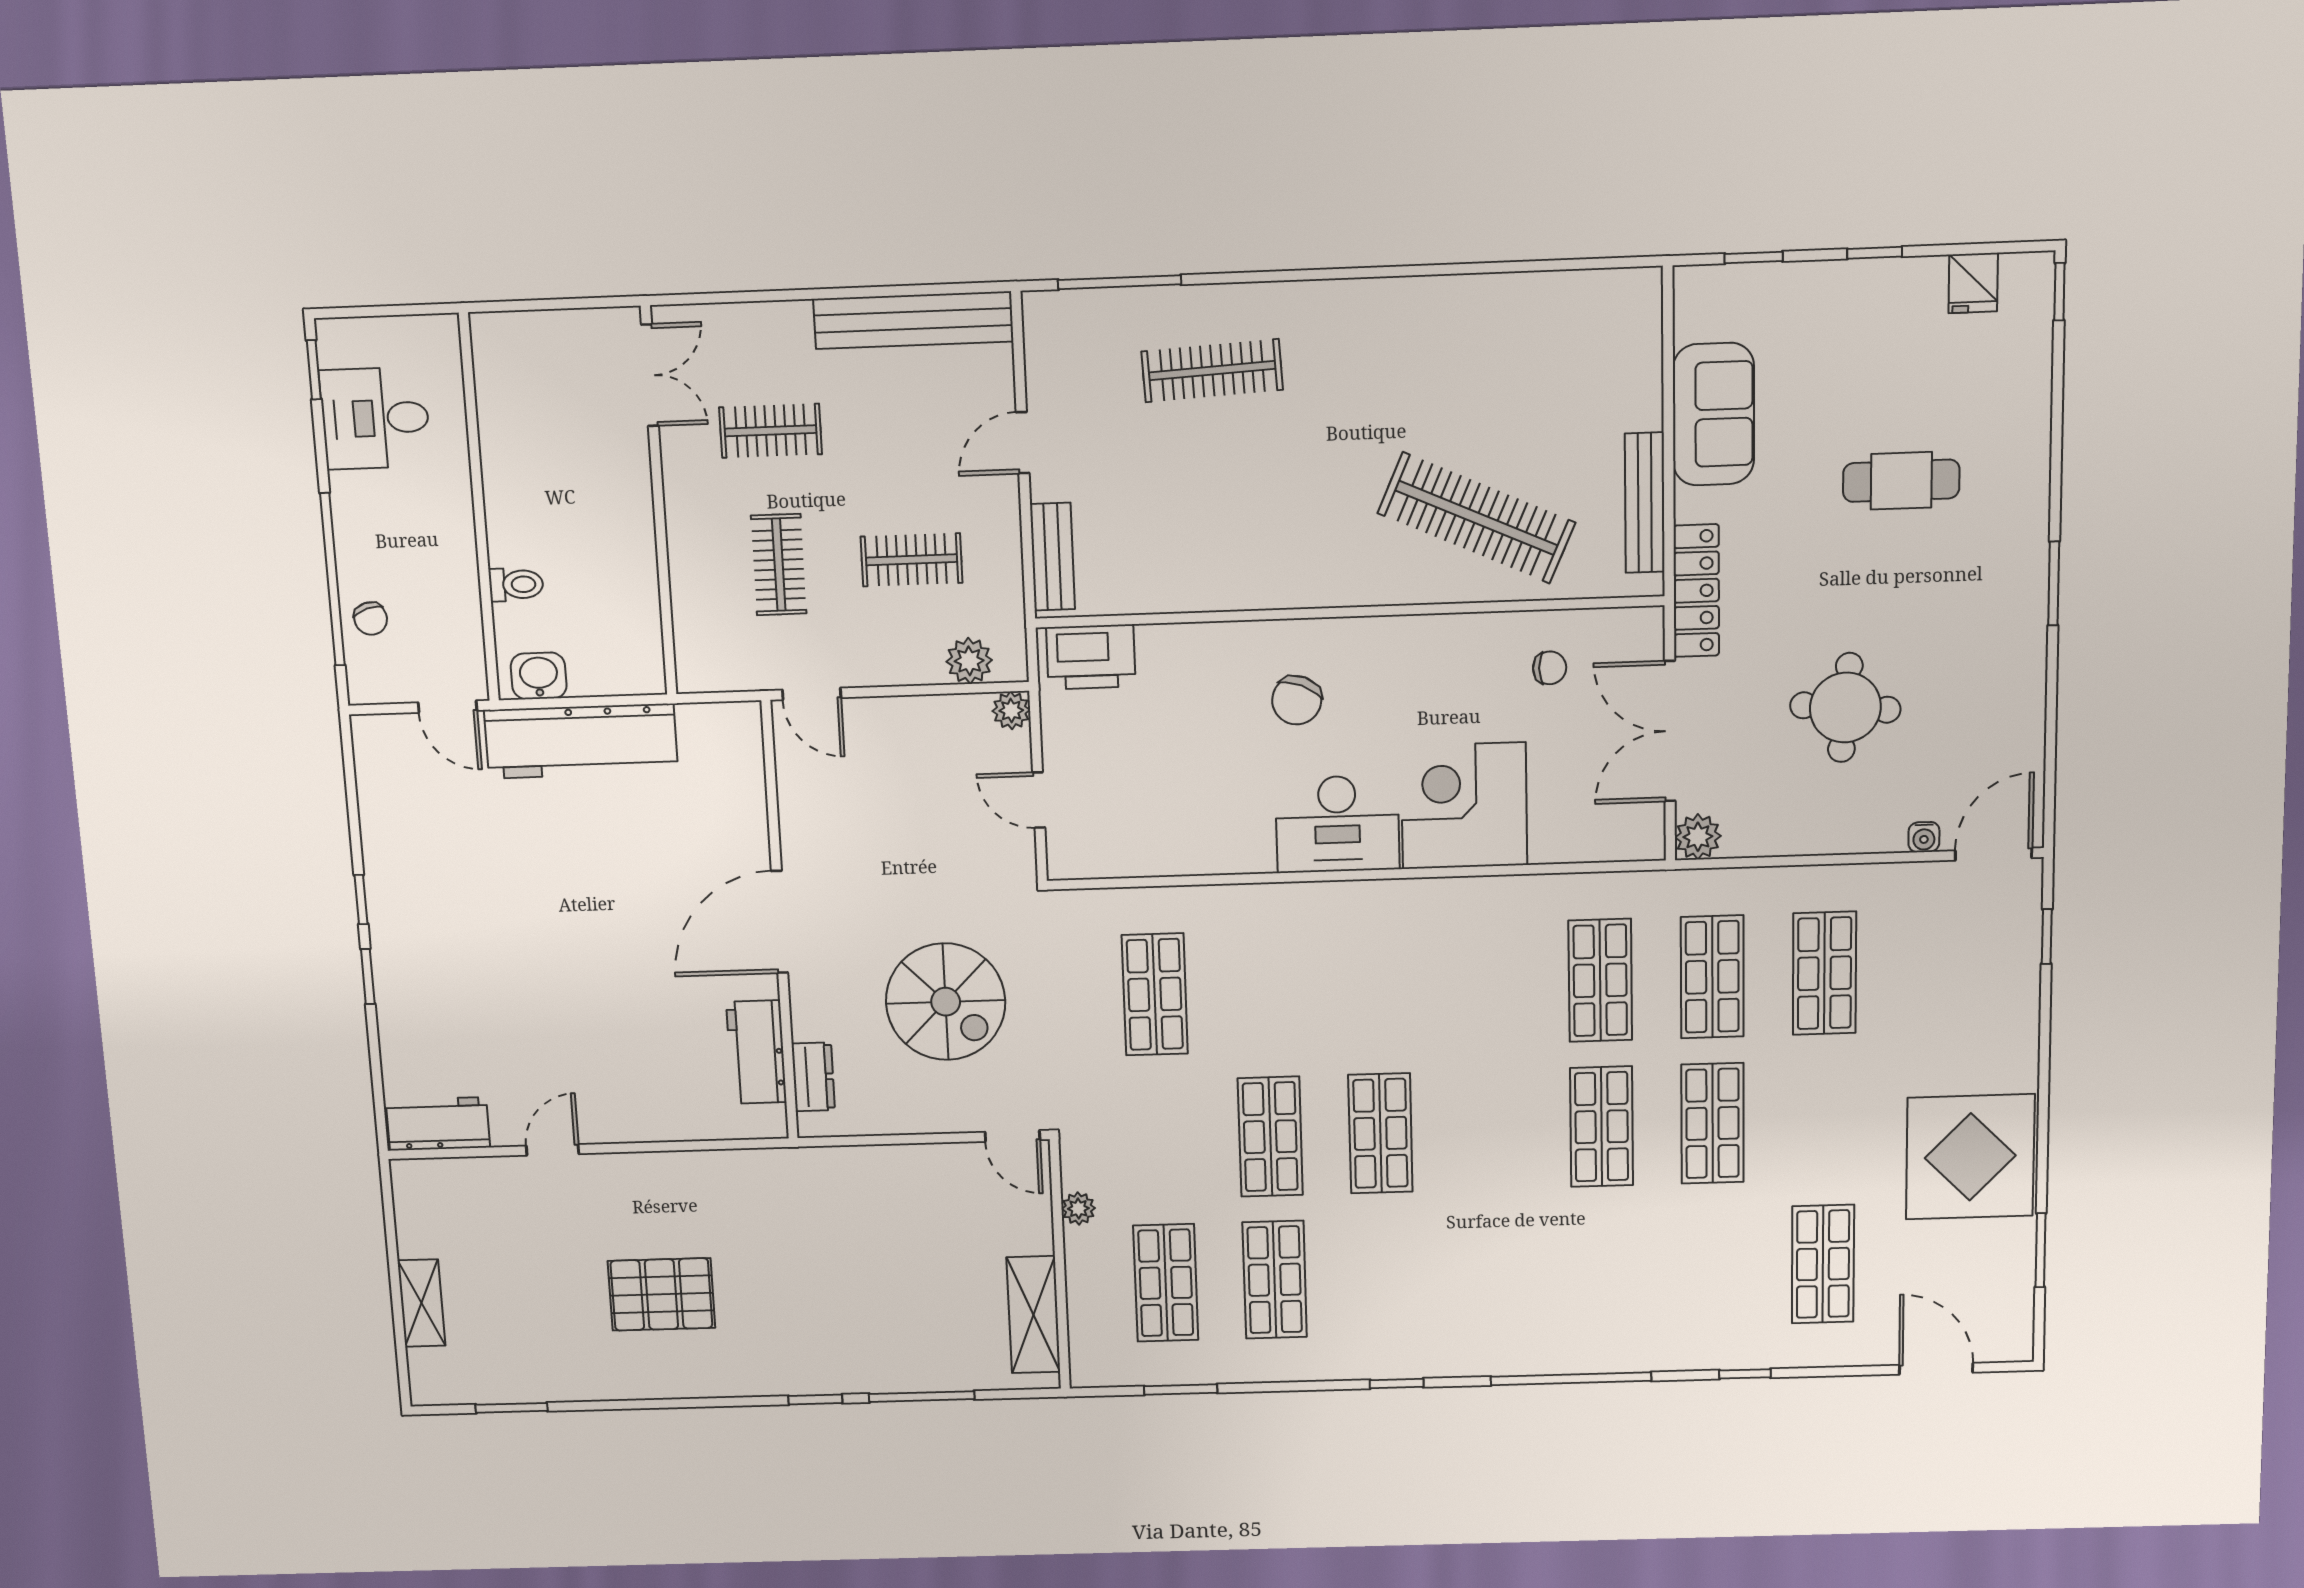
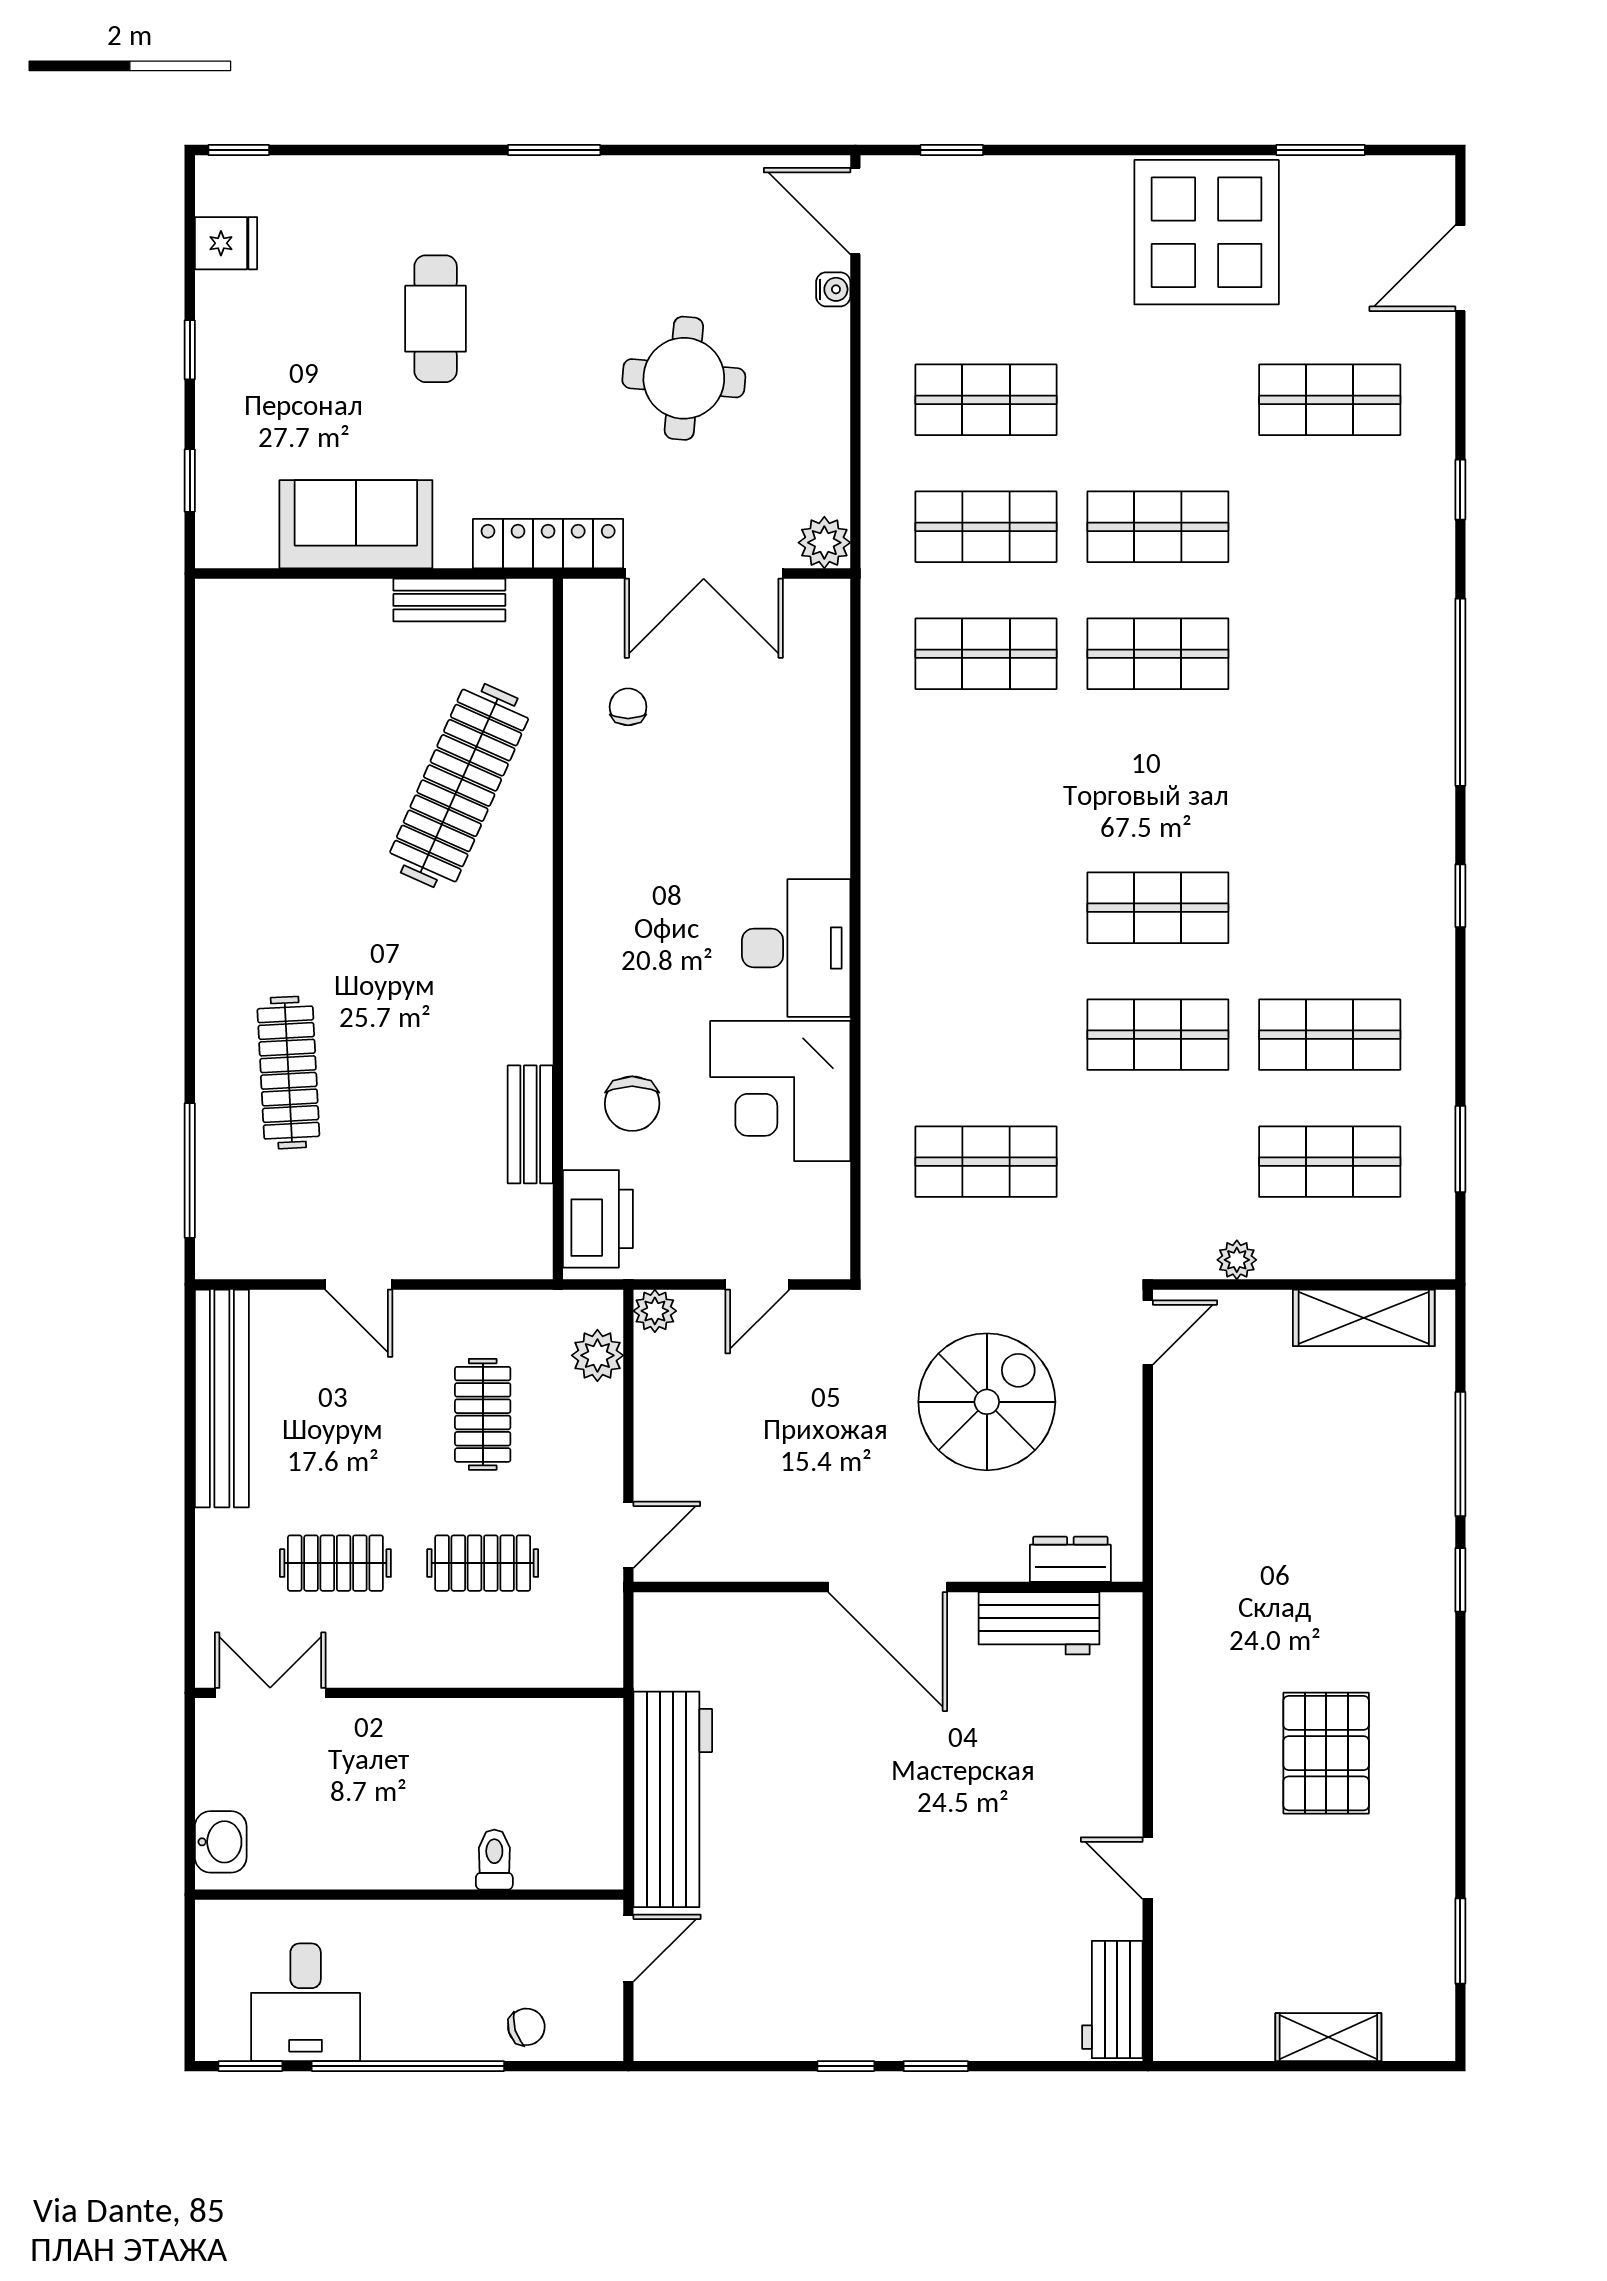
clothes rail: (771, 431) -> (335, 1563), turned 90
bench: (1645, 503) -> (449, 600), width x0.73
bench: (1052, 557) -> (530, 1124), moved, turned 90
window: (332, 579) -> (408, 2066), moved
washbasin: (539, 676) -> (221, 1842), moved, turned 180
chair: (1297, 700) -> (632, 1104), moved, turned 68
corner desk: (1464, 806) -> (780, 1091), moved

